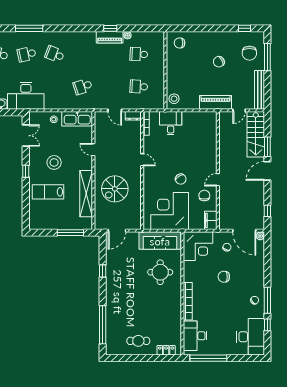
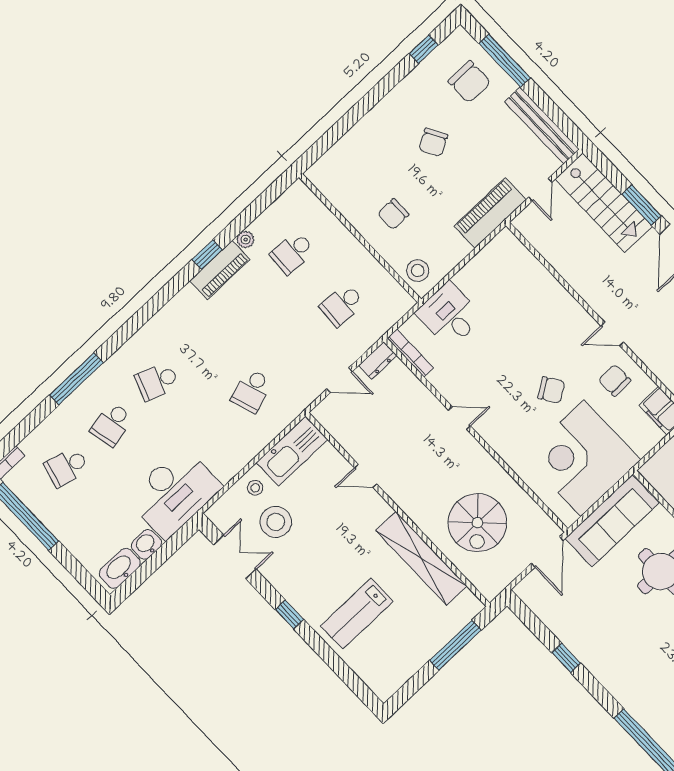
chair: (180, 43) -> (393, 214), moved
stool: (54, 162) -> (276, 522), moved
door: (218, 180) -> (612, 334), hinge flipped
spiral stairs: (115, 189) -> (477, 523), moved
door: (117, 231) -> (547, 552), moved

